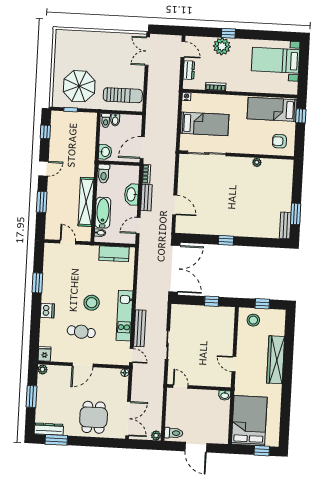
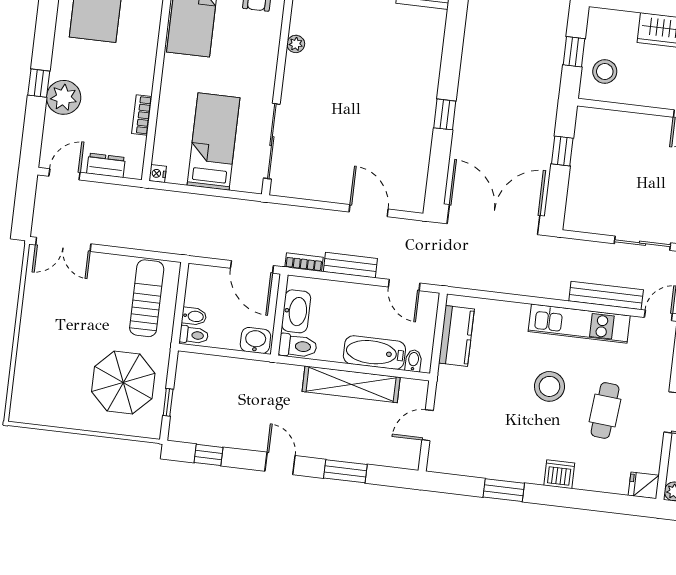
washbasin: (131, 194) -> (296, 311), moved, turned -90
door: (175, 205) -> (369, 211), hinge flipped

